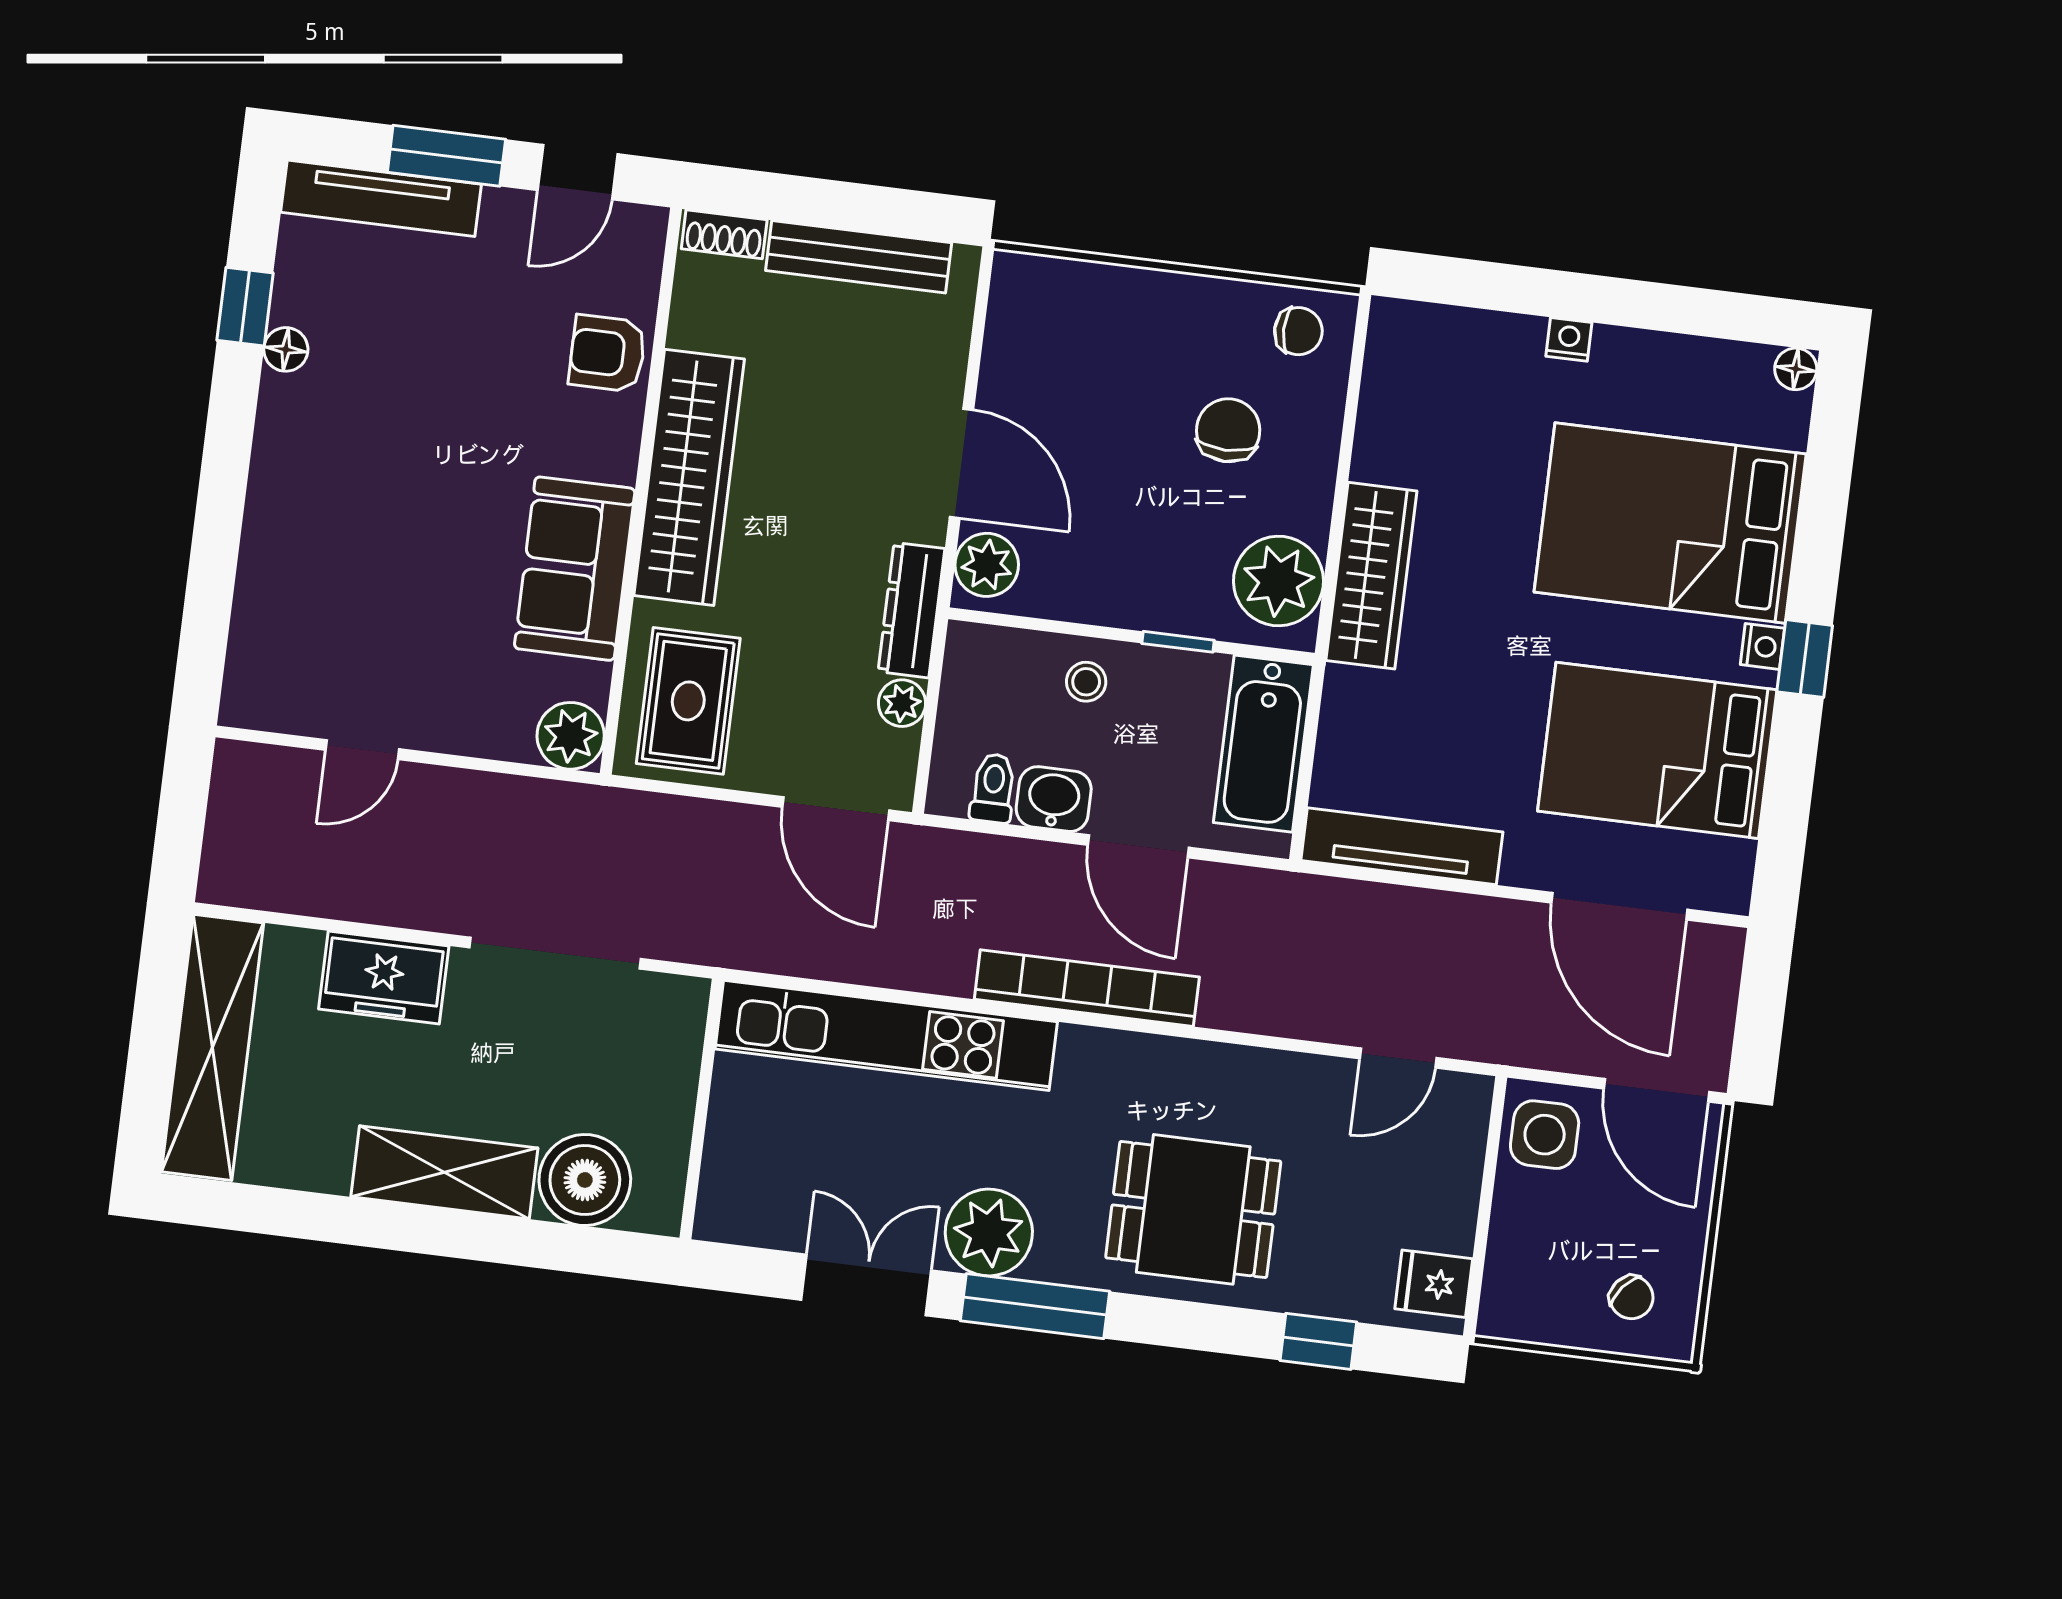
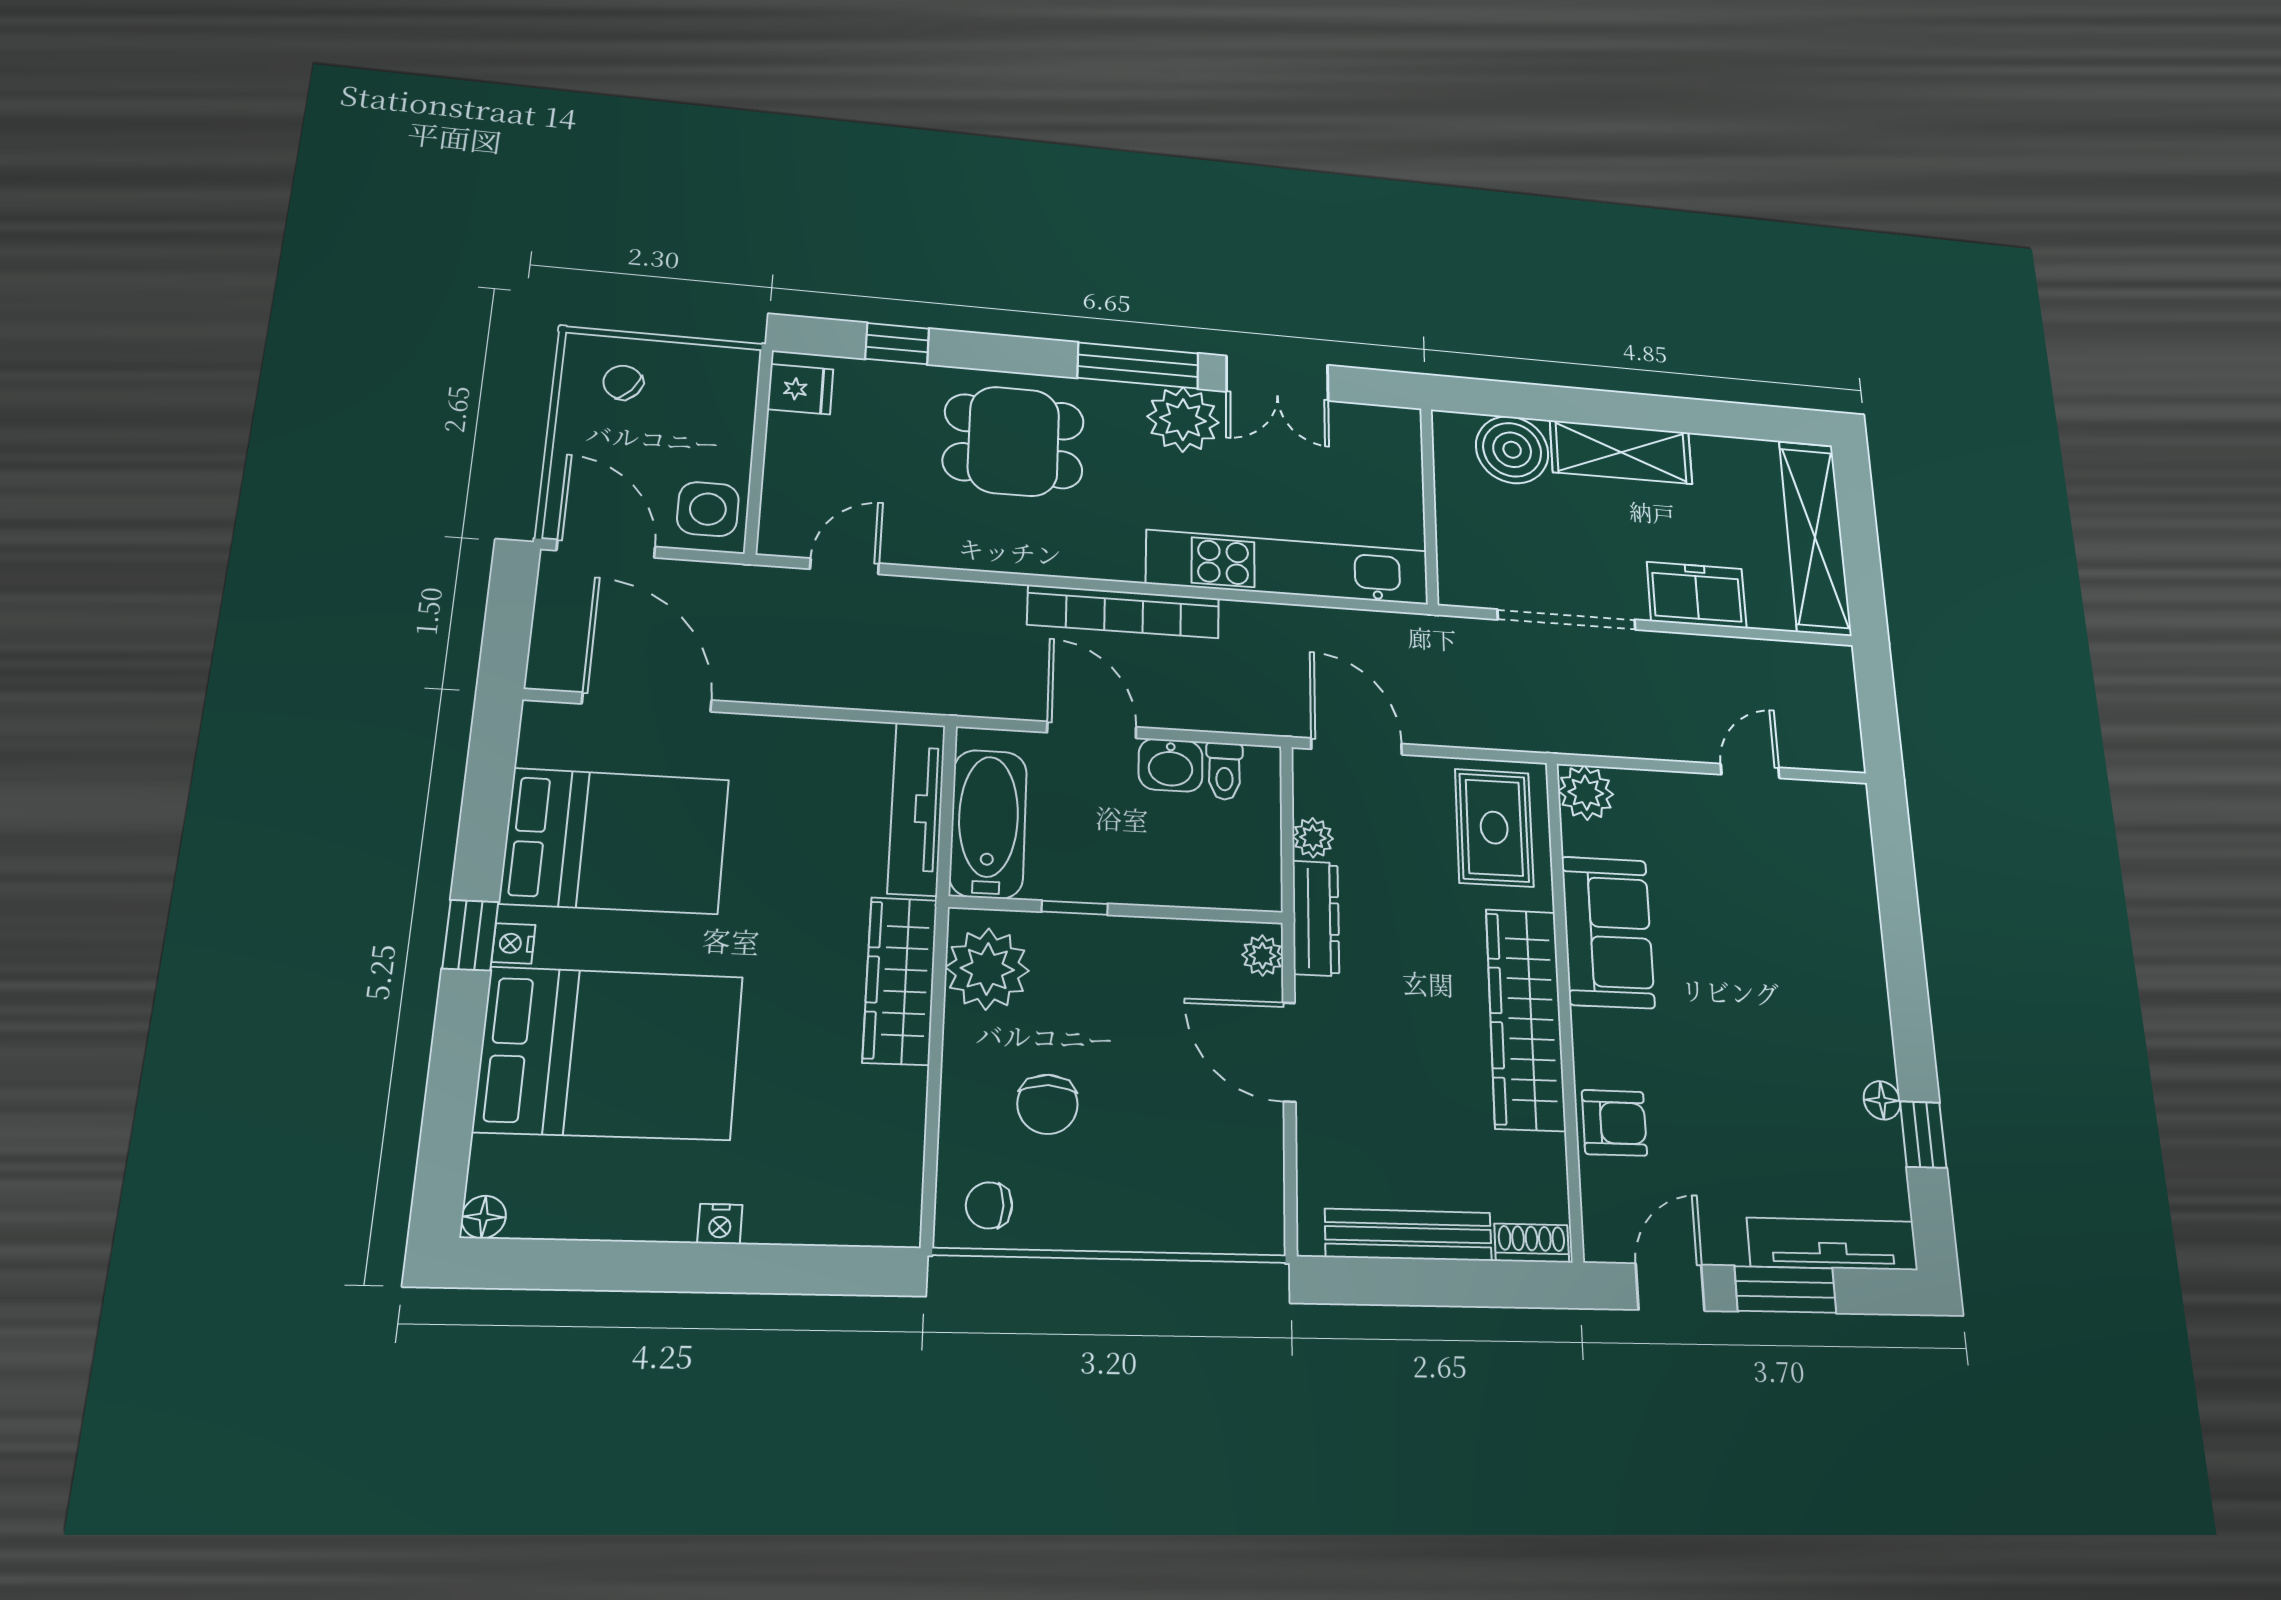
plant: (987, 565) -> (1262, 956), width x0.73, depth x0.73
stool: (1086, 682) -> (1154, 867), removed
tv unit: (1402, 846) -> (917, 808), moved, turned 90

